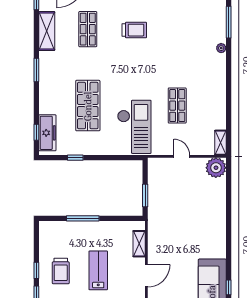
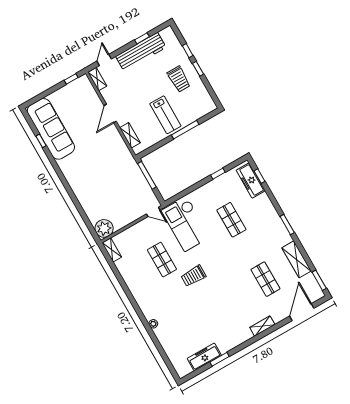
window: (229, 22) -> (159, 347), removed
trolley: (134, 30) -> (193, 276), moved
shop shelf: (88, 106) -> (231, 220), width x0.70, depth x0.74
door: (182, 156) -> (153, 212), moved
window: (145, 195) -> (147, 175), width x1.44
lab bench: (98, 270) -> (165, 115), moved
trolley: (61, 271) -> (179, 79), turned 180

